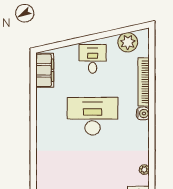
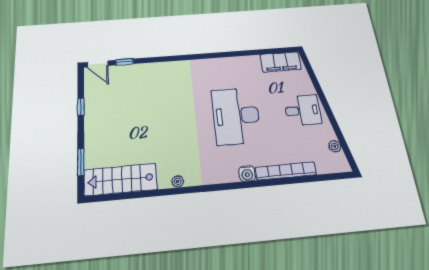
plant: (128, 42) -> (335, 146), width x0.53, depth x0.53
desk: (93, 116) -> (236, 116), turned 180

